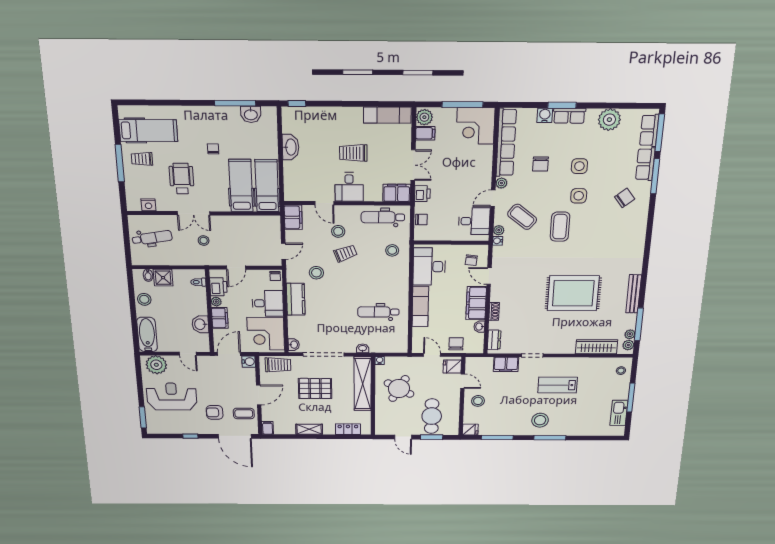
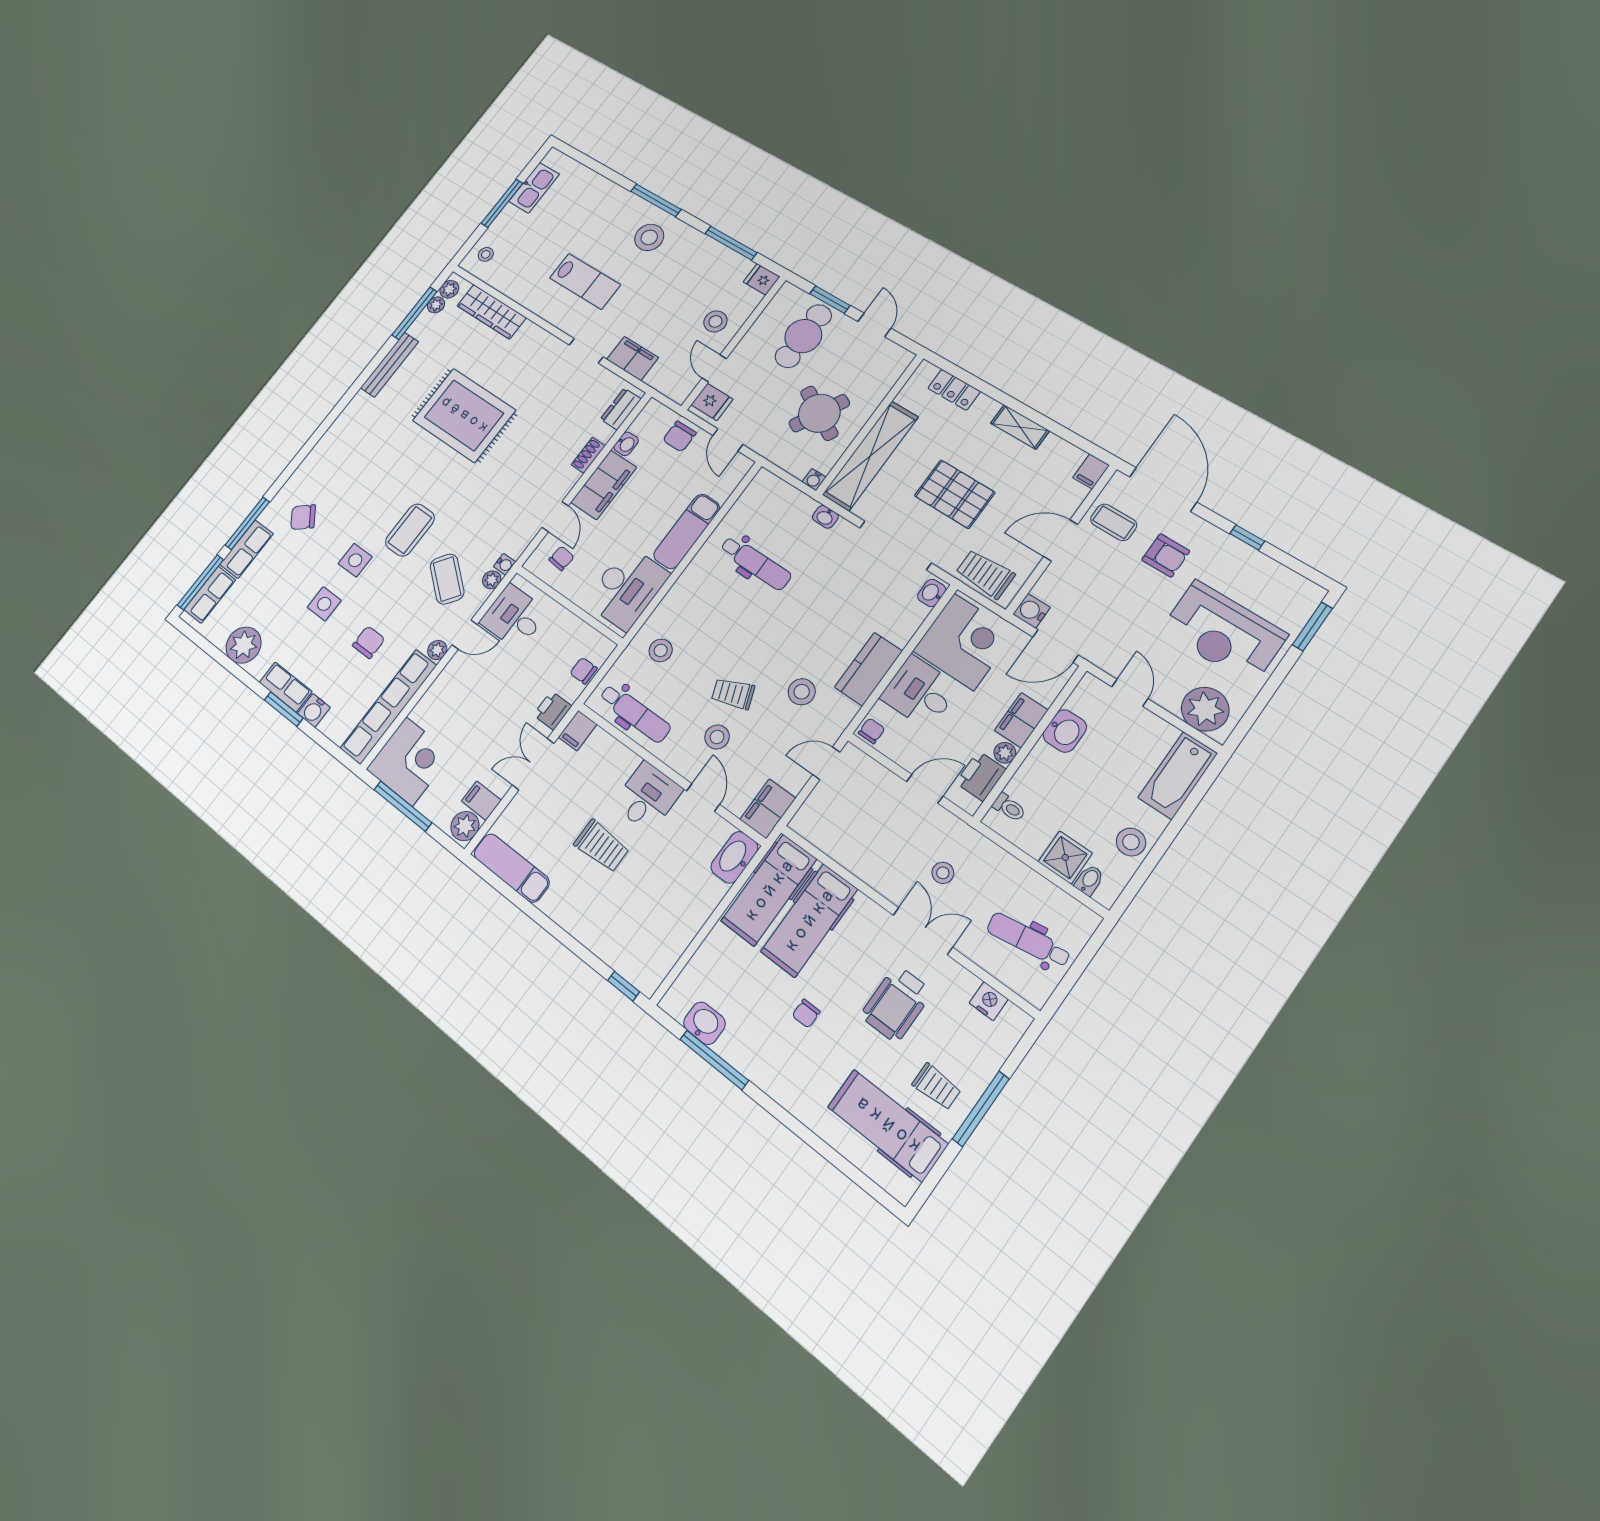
washbasin: (290, 147) -> (734, 857), moved
filing cabinet: (397, 193) -> (578, 731), width x0.50

